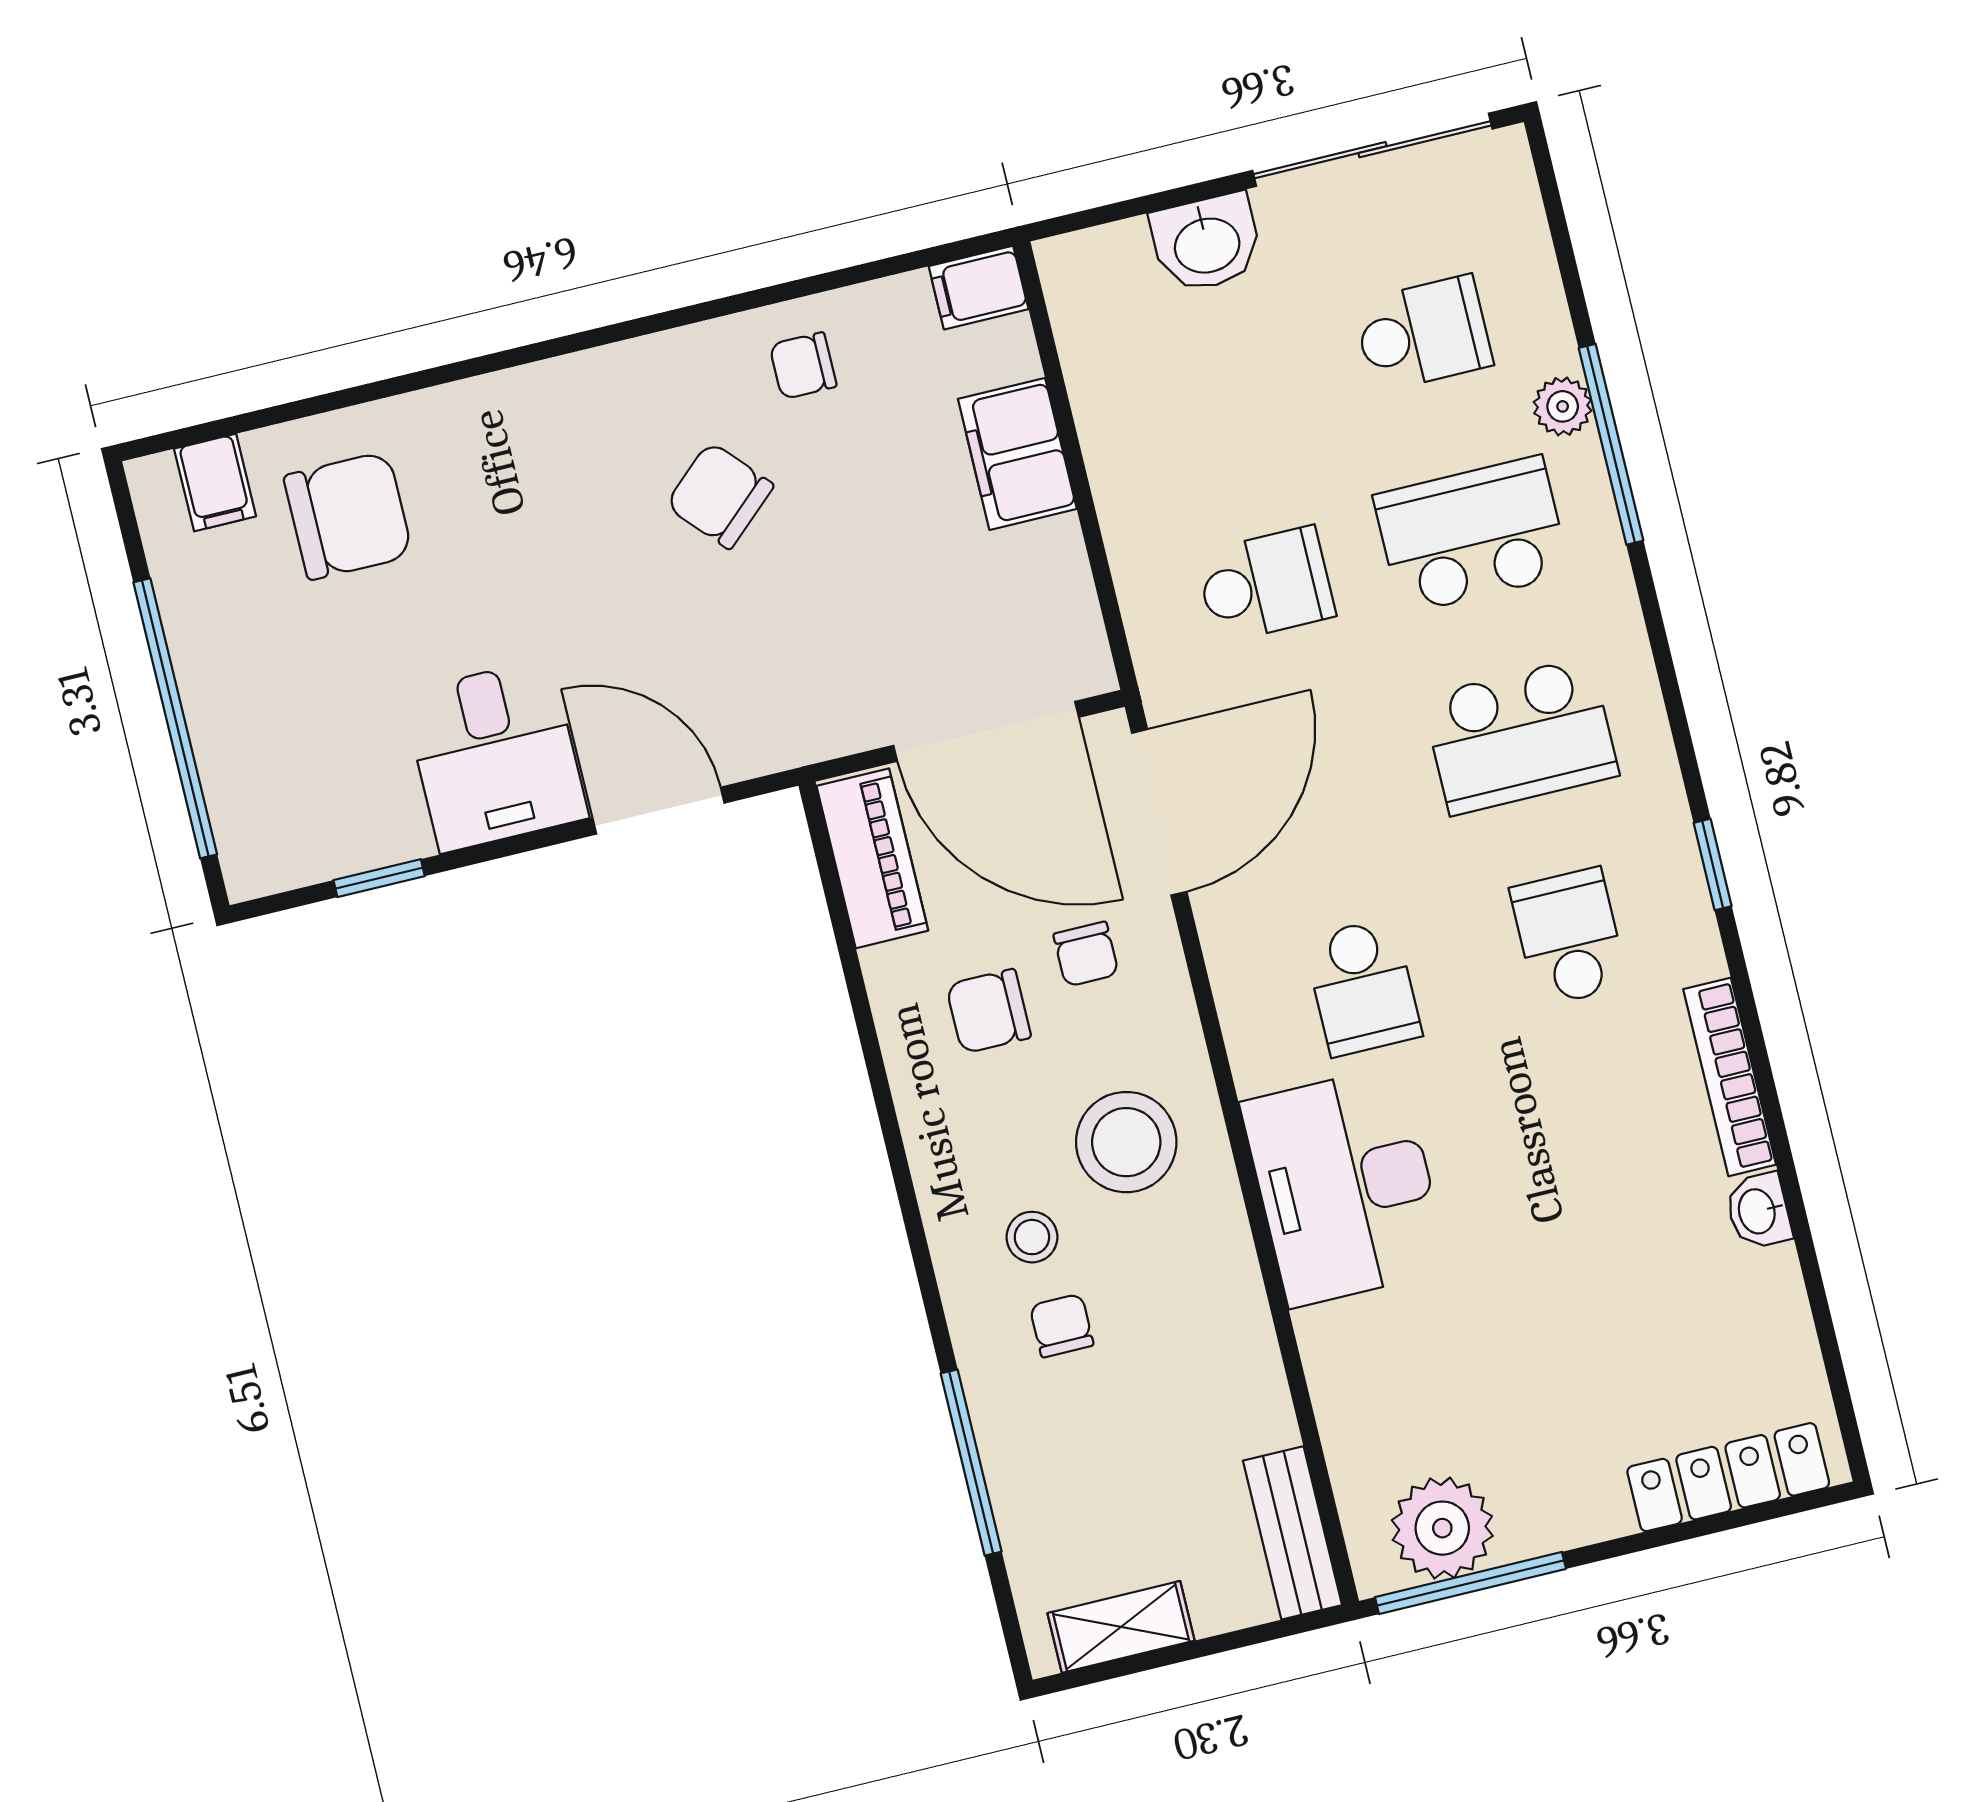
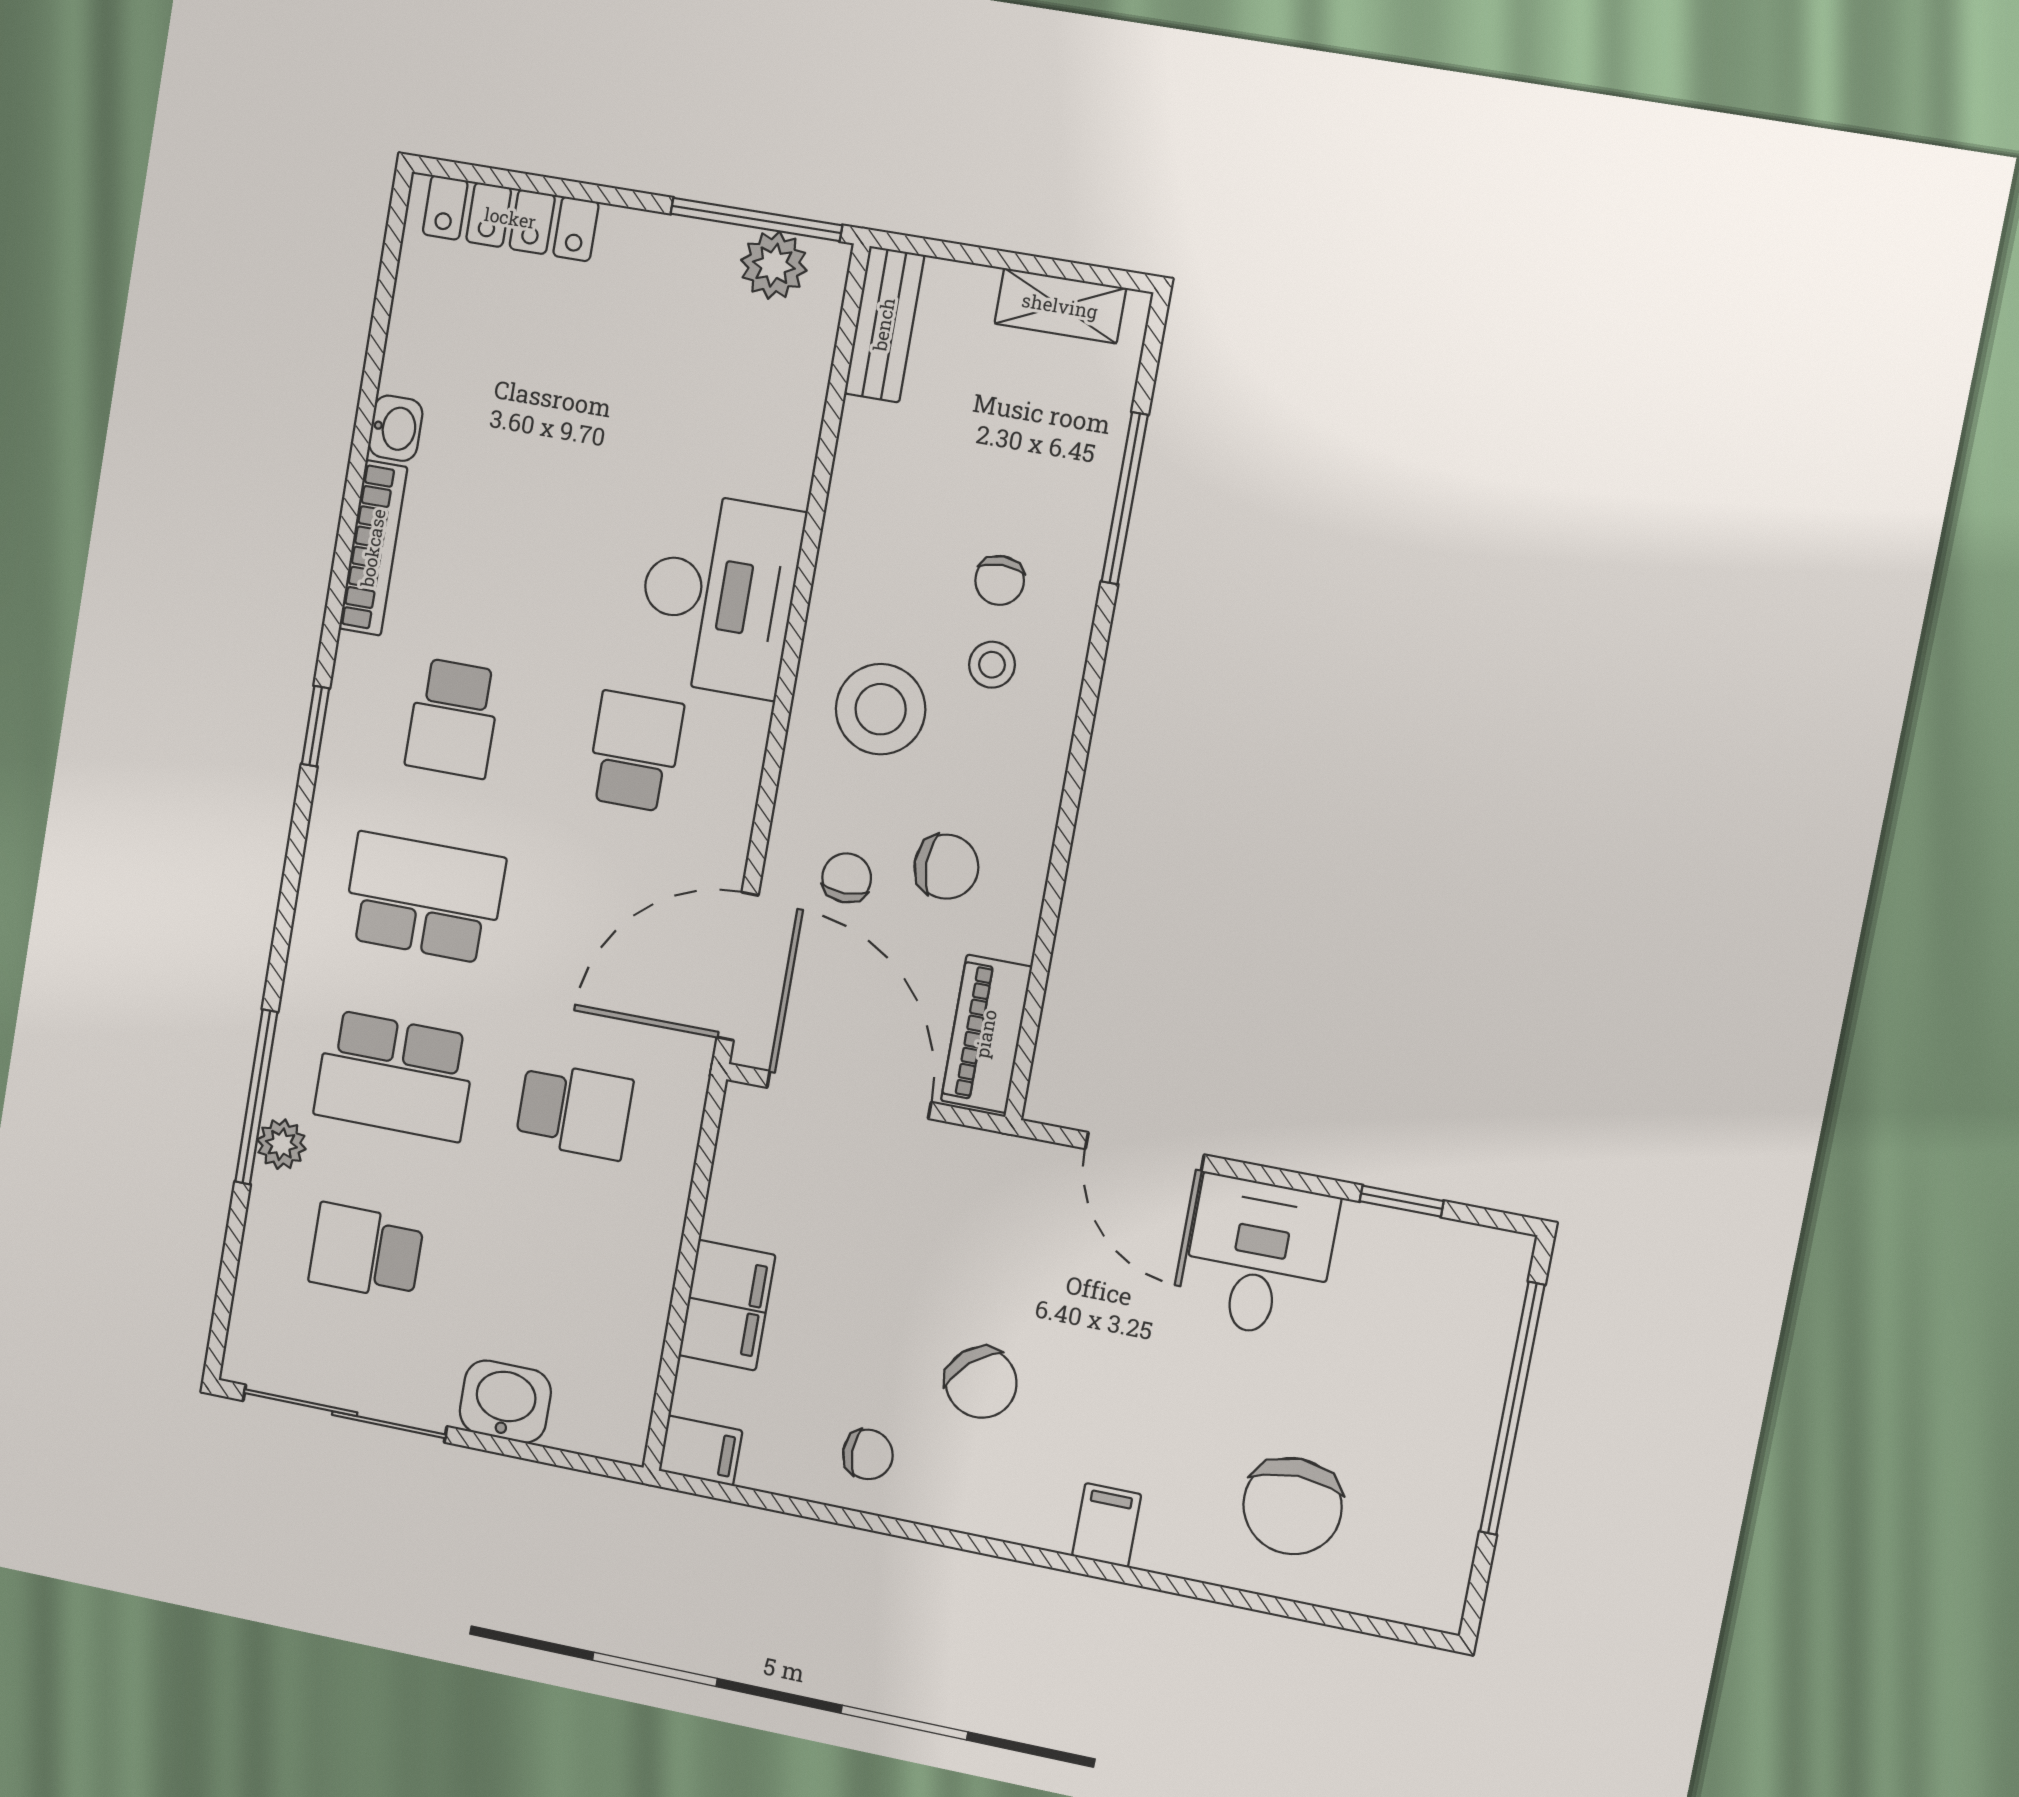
filing cabinet: (215, 483) -> (1107, 1525), moved
chair: (348, 516) -> (1293, 1506), turned -90
school desk: (1265, 585) -> (574, 1110), turned 180
plant: (1442, 1528) -> (774, 265), width x0.73, depth x0.73

